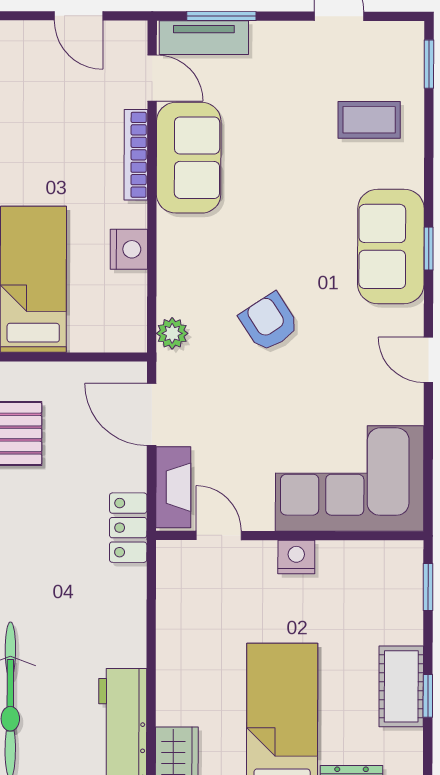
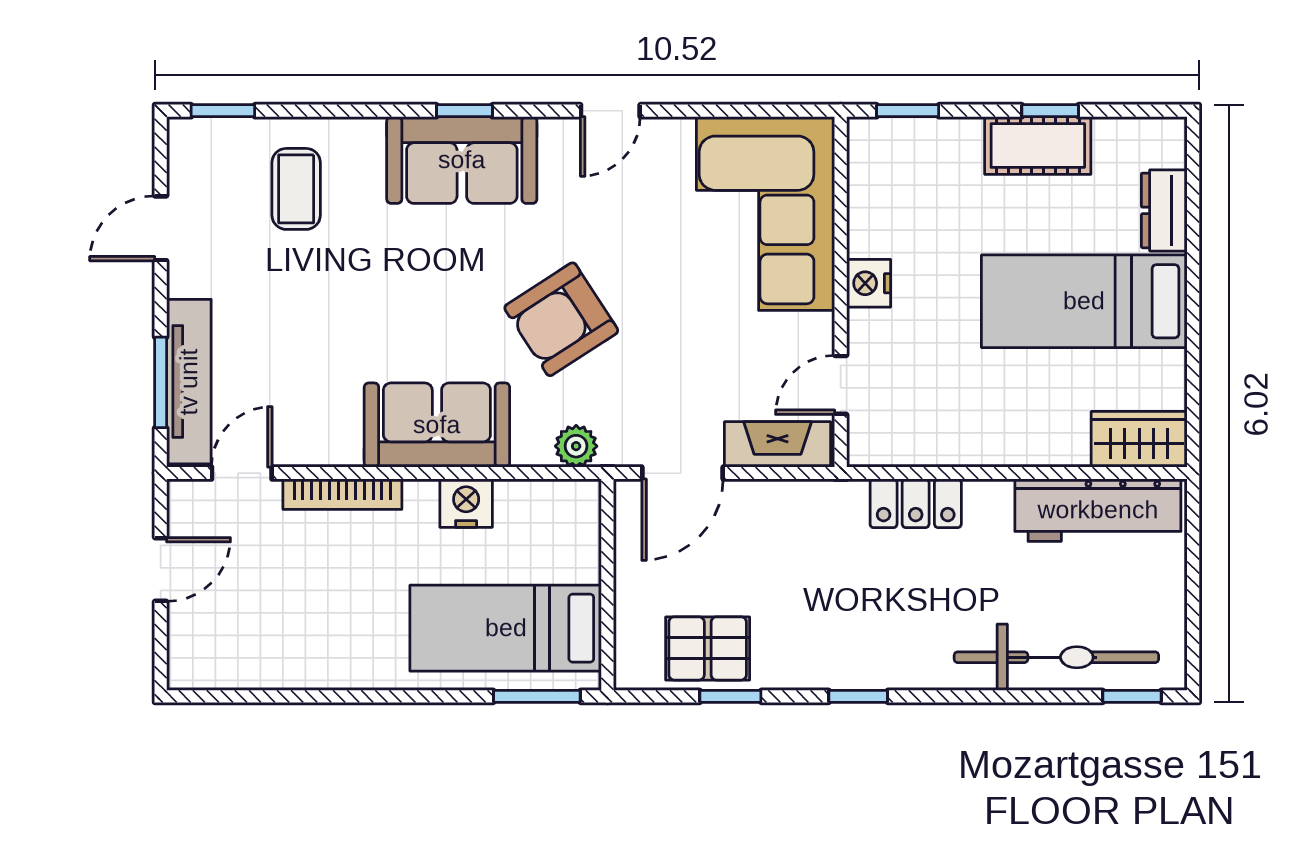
tv unit: (204, 38) -> (189, 382), width x1.41
sofa: (189, 158) -> (437, 425), moved
armchair: (269, 322) -> (561, 319), width x1.38, depth x1.38
locker: (128, 528) -> (916, 503), moved

